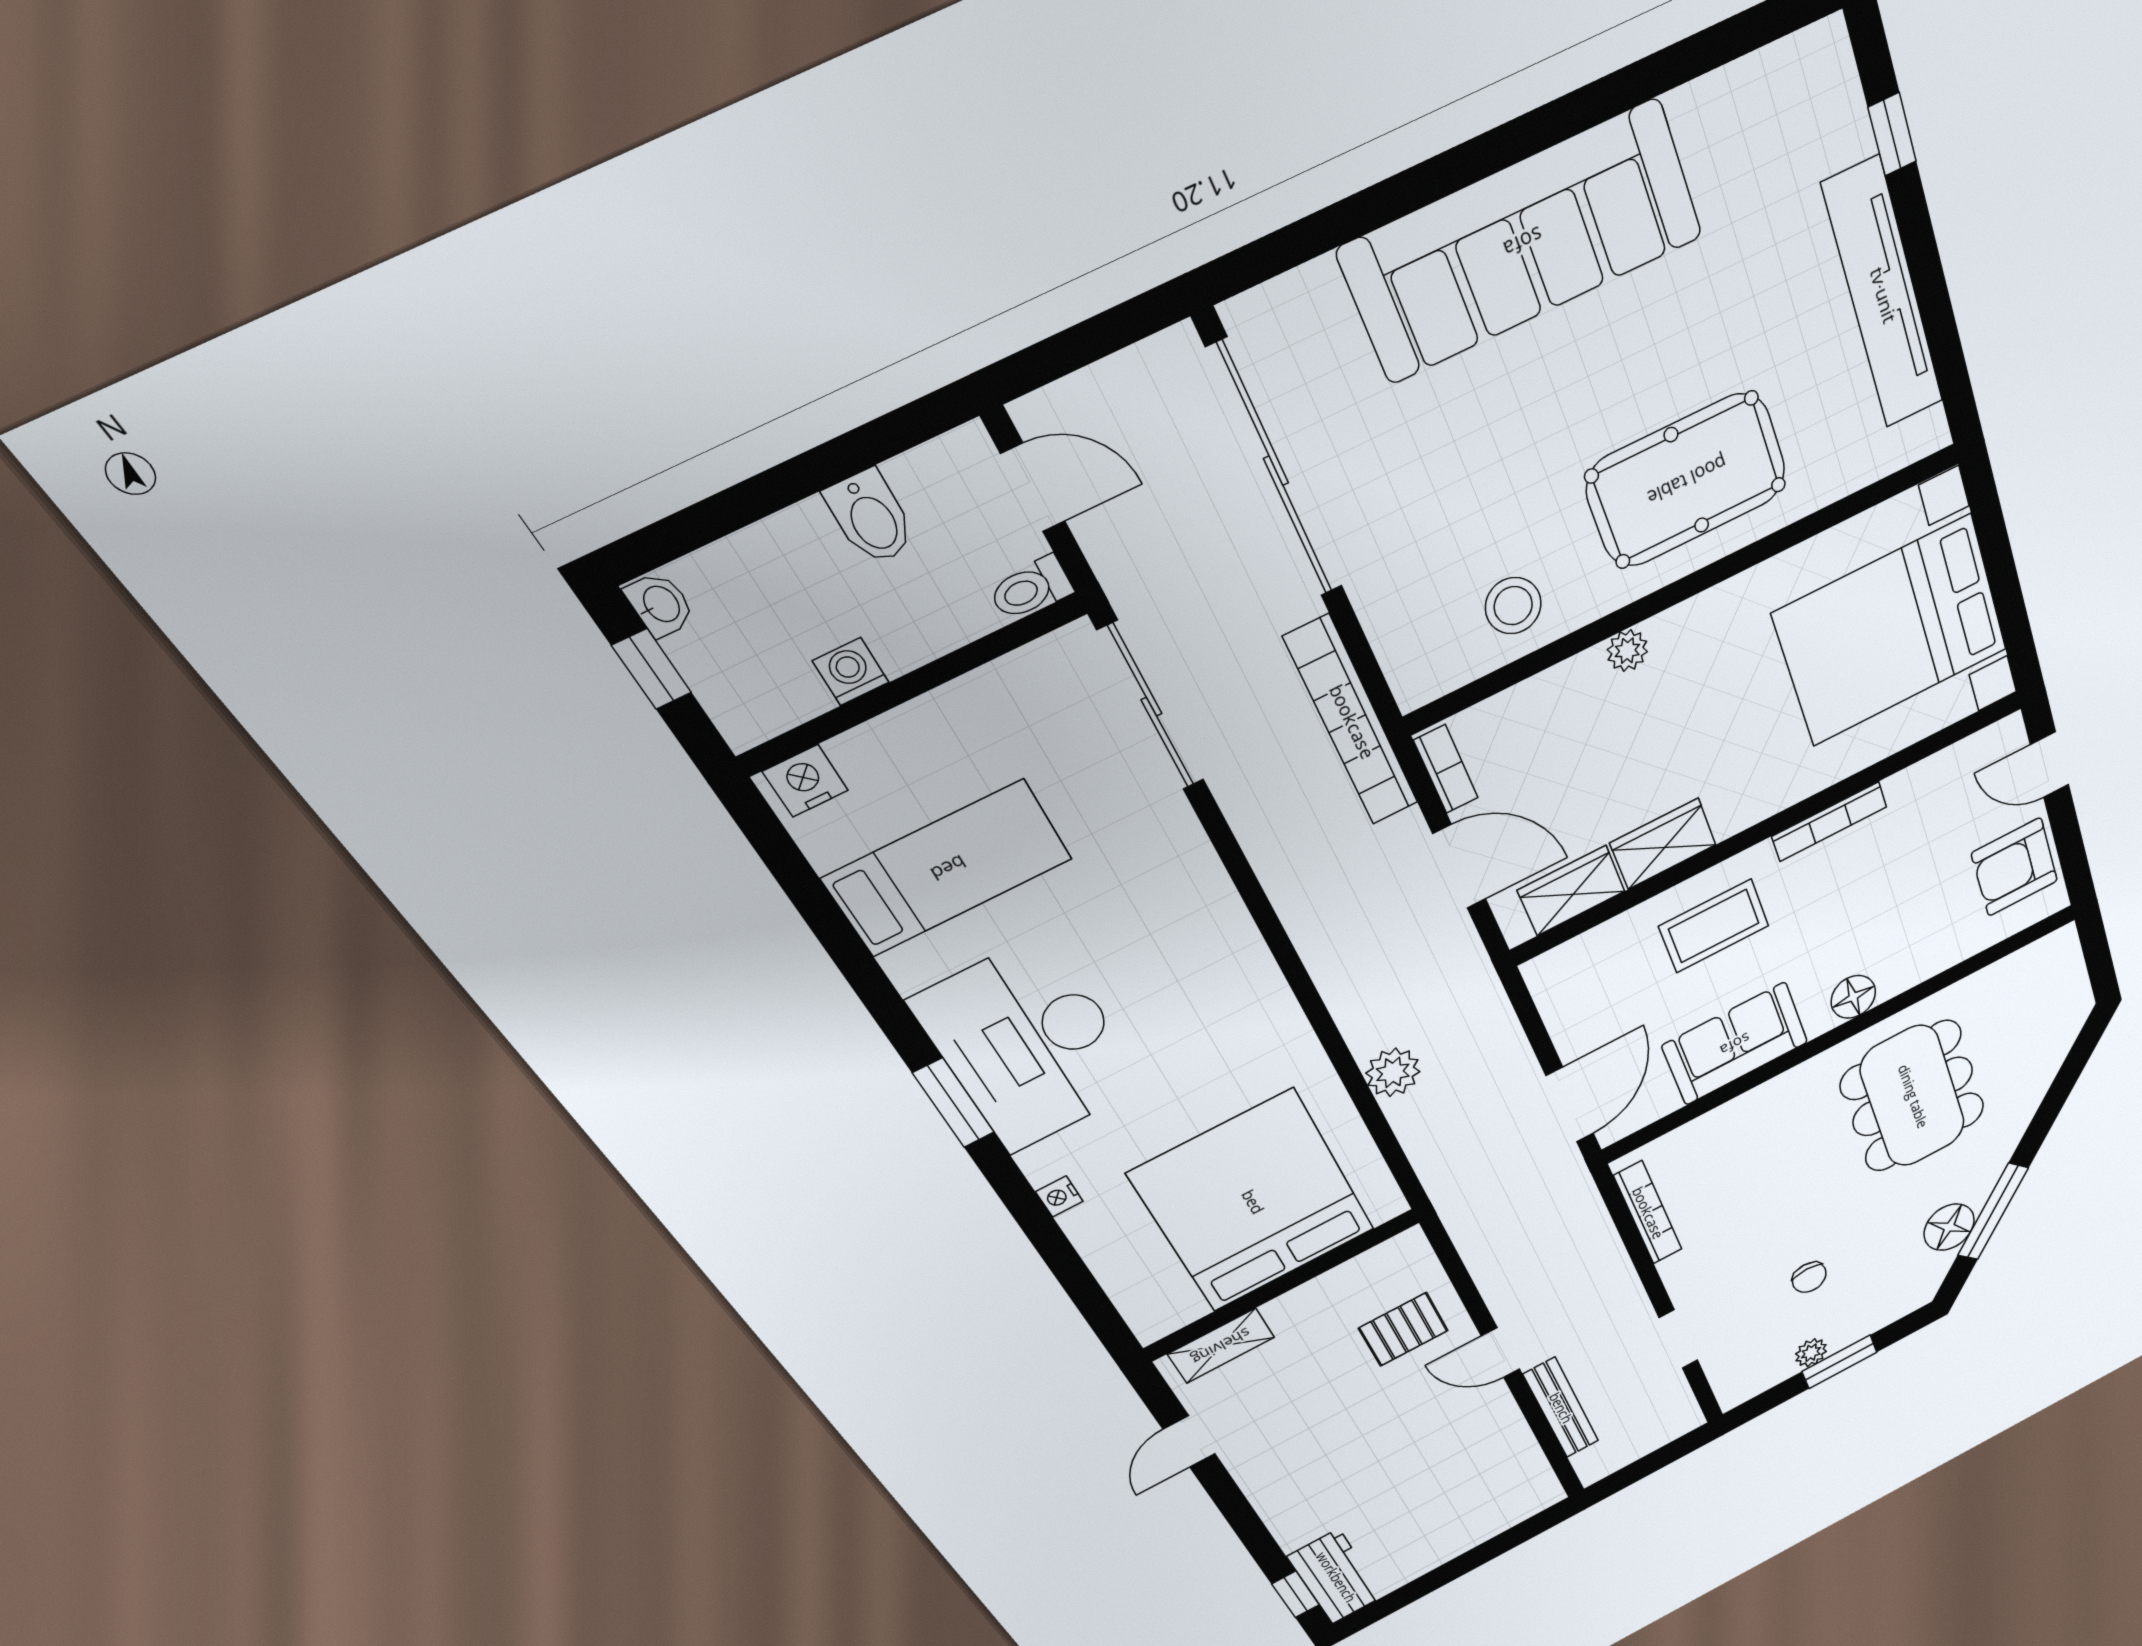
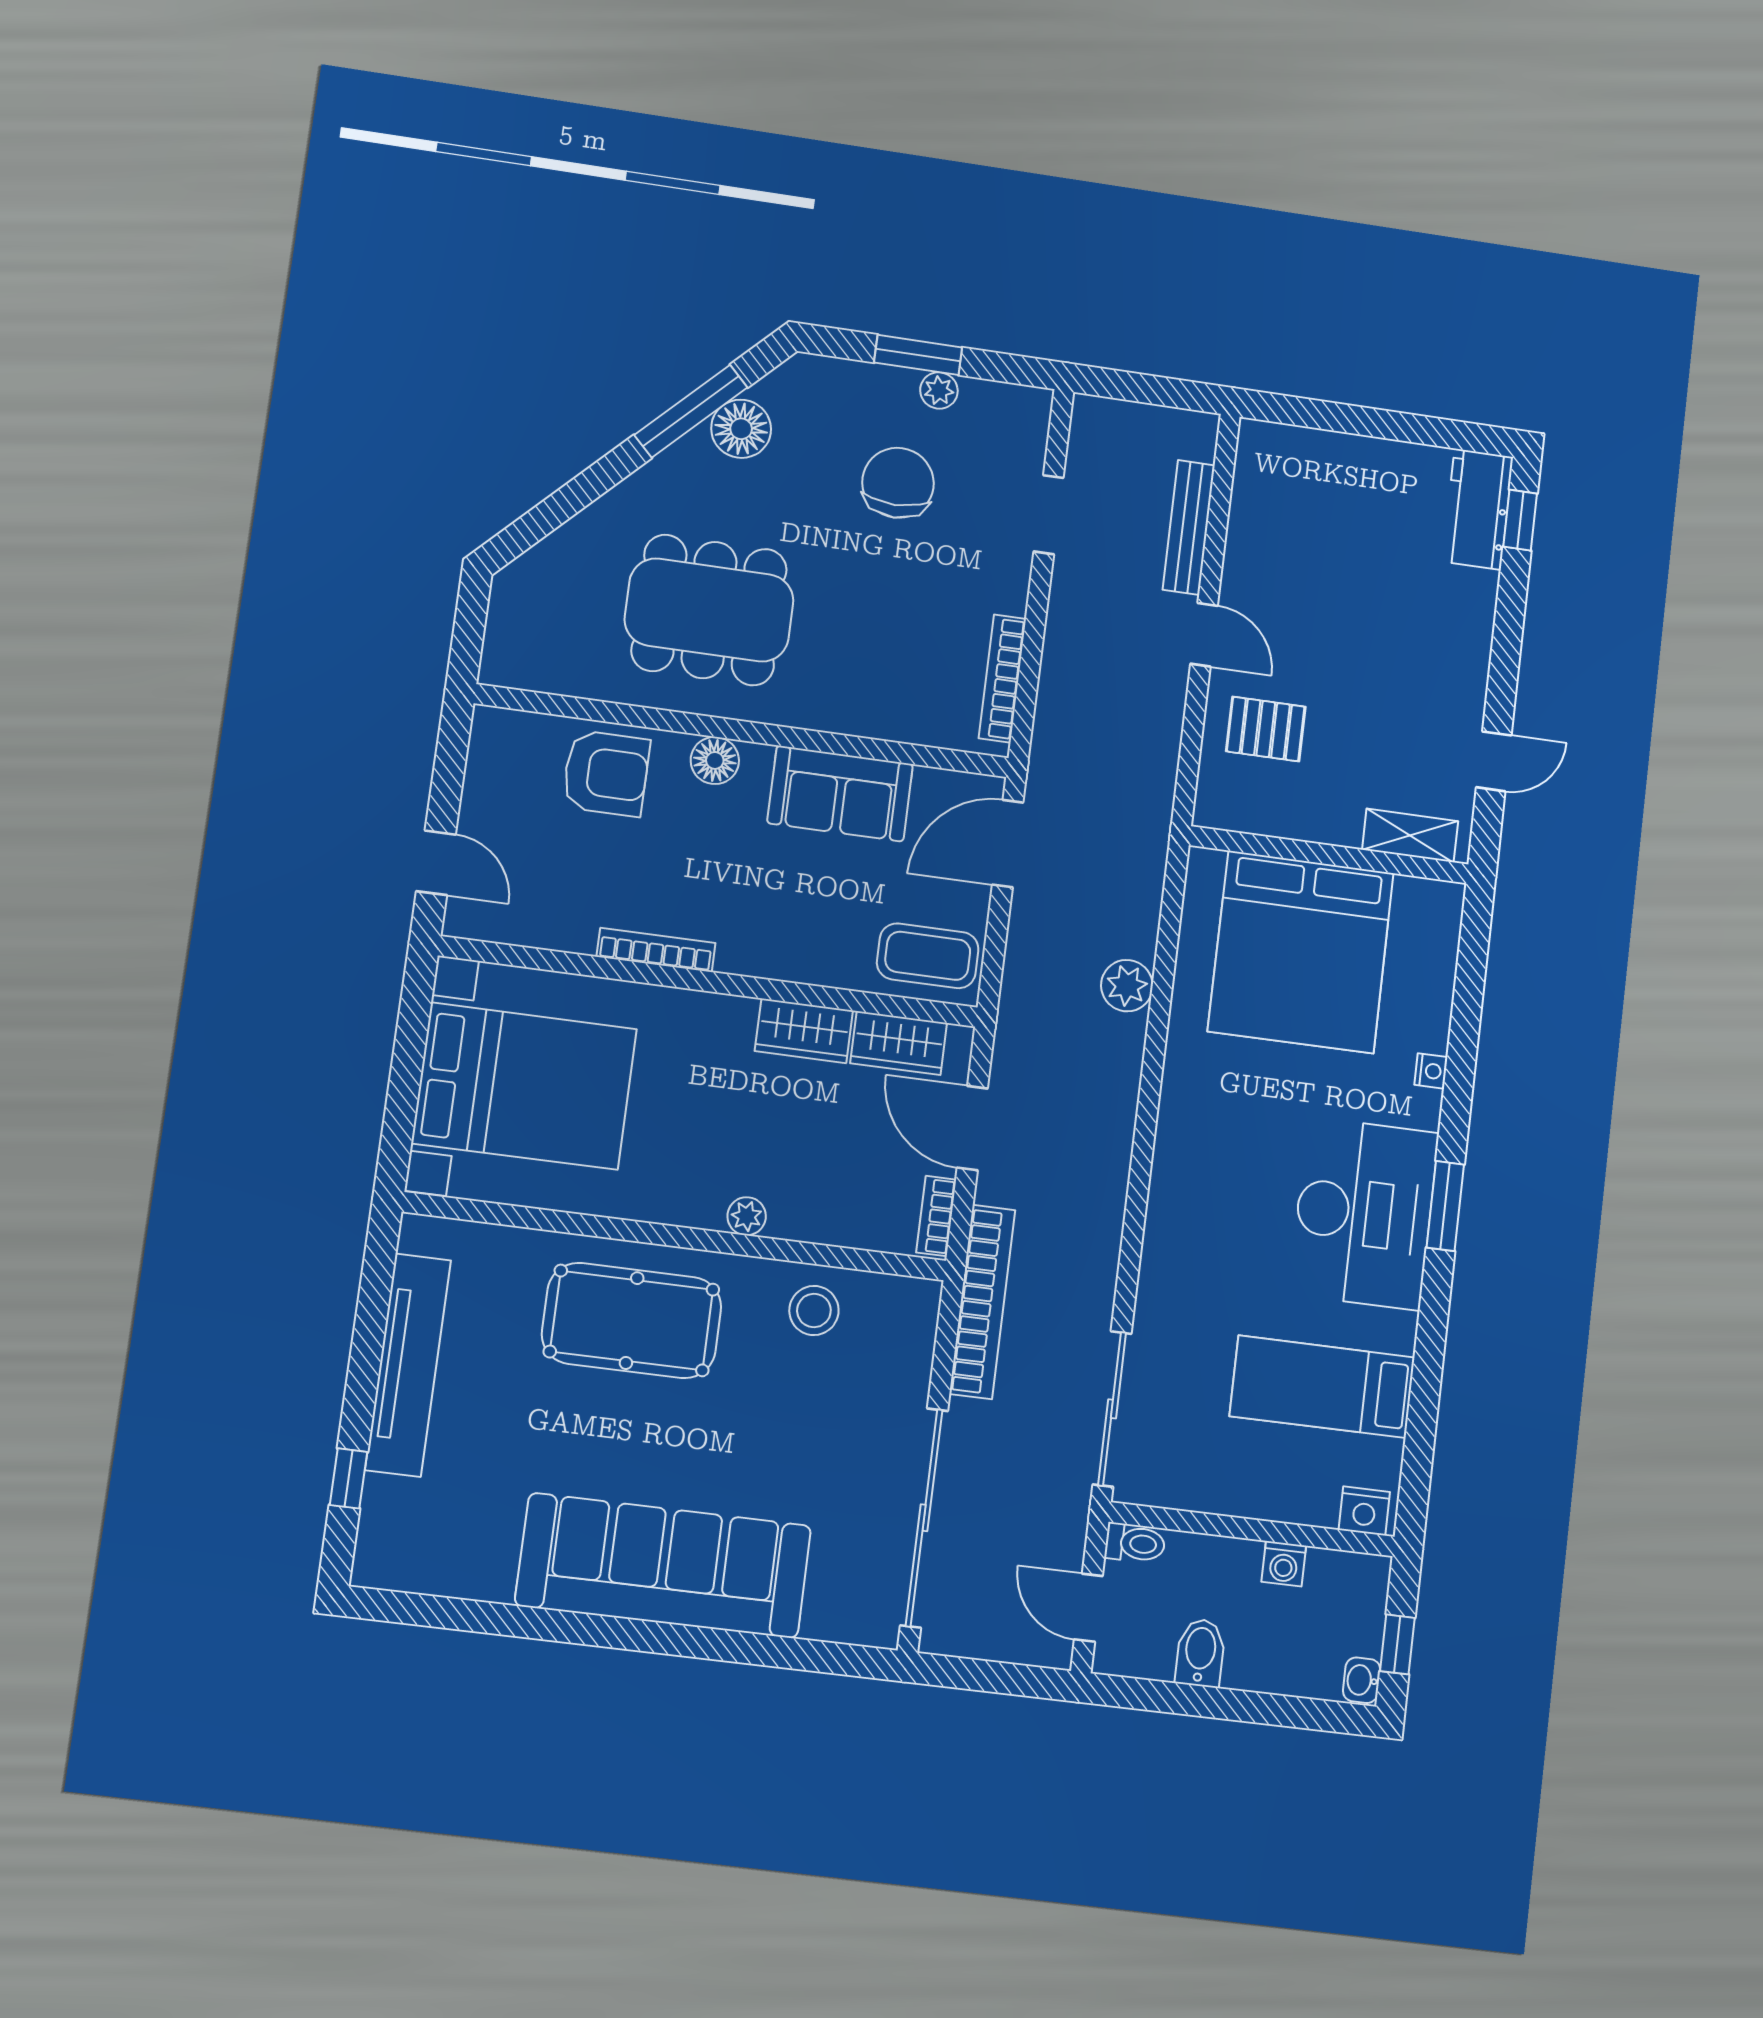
armchair: (2015, 867) -> (606, 773), moved
coffee table: (1714, 926) -> (928, 956), moved
dining table: (1913, 1096) -> (709, 610), turned 90
chair: (1809, 1277) -> (898, 483), width x1.87, depth x1.87

